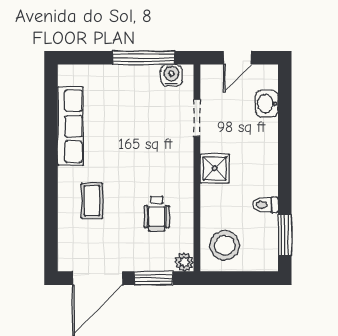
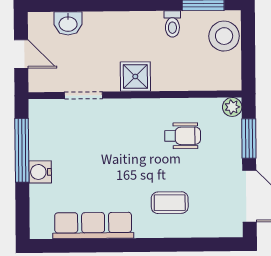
water cooler: (171, 75) -> (40, 172), moved
stool: (225, 245) -> (224, 36), moved

